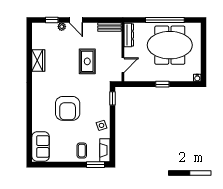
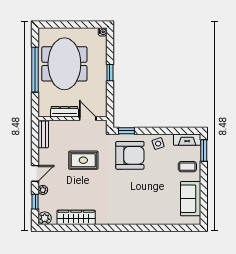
plant: (38, 28) -> (45, 218), added
dresser: (129, 35) -> (65, 112), moved
wardrobe: (38, 61) -> (76, 217), width x1.50
armchair: (68, 108) -> (130, 155), moved
sofa: (41, 147) -> (191, 199), moved, turned -90

